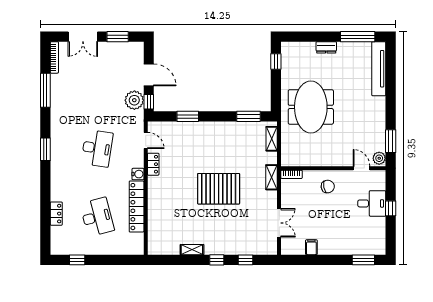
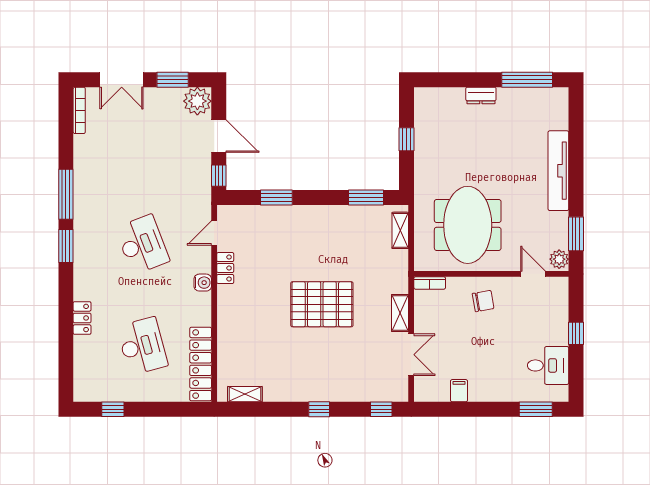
window: (276, 61) -> (407, 139), moved
tv unit: (379, 69) -> (558, 171), moved
window: (45, 90) -> (66, 194), moved
plant: (134, 100) -> (197, 101), moved
meeting table: (311, 107) -> (468, 225), moved
door: (146, 140) -> (214, 233), swing flipped
desk: (97, 148) -> (142, 244), turned -30
shelving: (271, 177) -> (400, 313), moved
desk: (372, 203) -> (548, 365), moved
locker: (137, 207) -> (201, 364), moved
locker: (56, 214) -> (82, 318), moved
shelving: (192, 250) -> (245, 394), moved
window: (246, 260) -> (381, 409), moved

